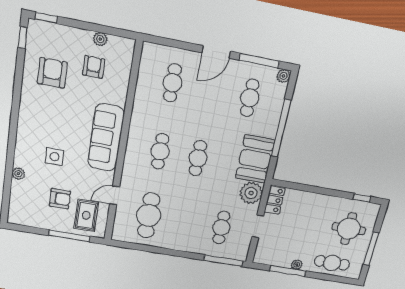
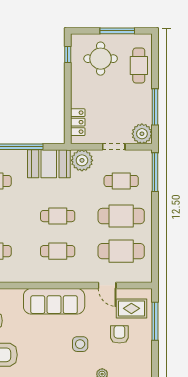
locker: (275, 200) -> (78, 122), moved, turned 90
cafe table: (185, 221) -> (121, 216), added
plant: (297, 265) -> (142, 134), moved, width x1.88, depth x1.88

